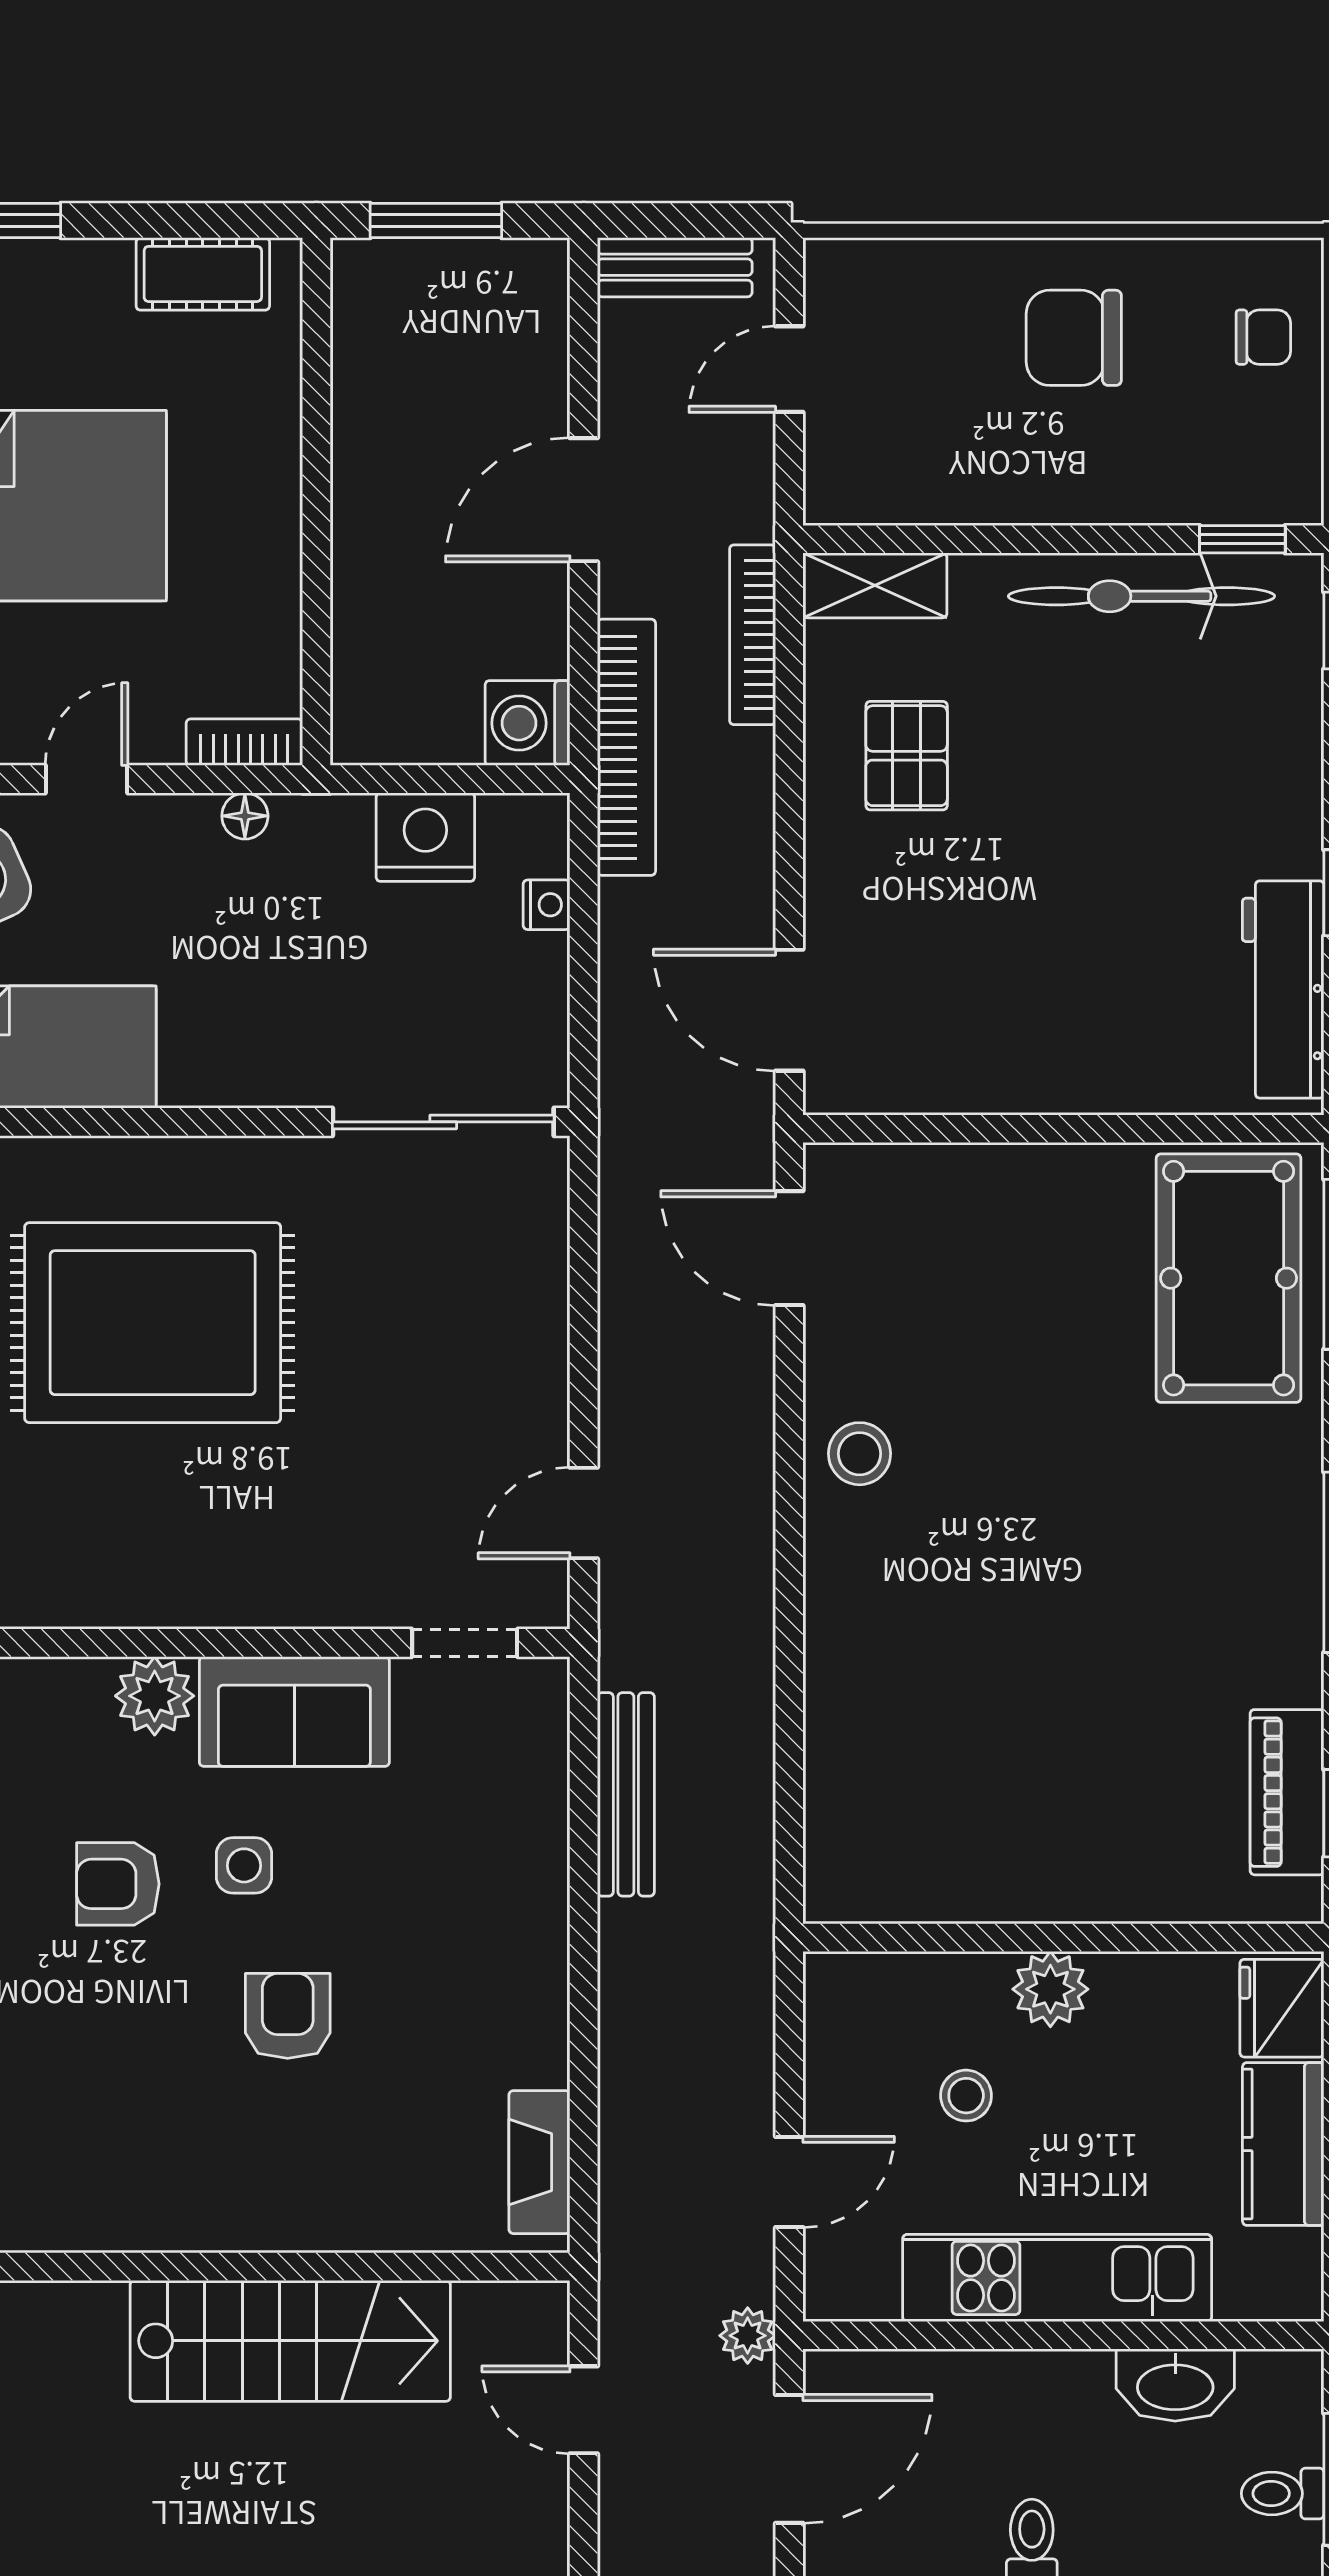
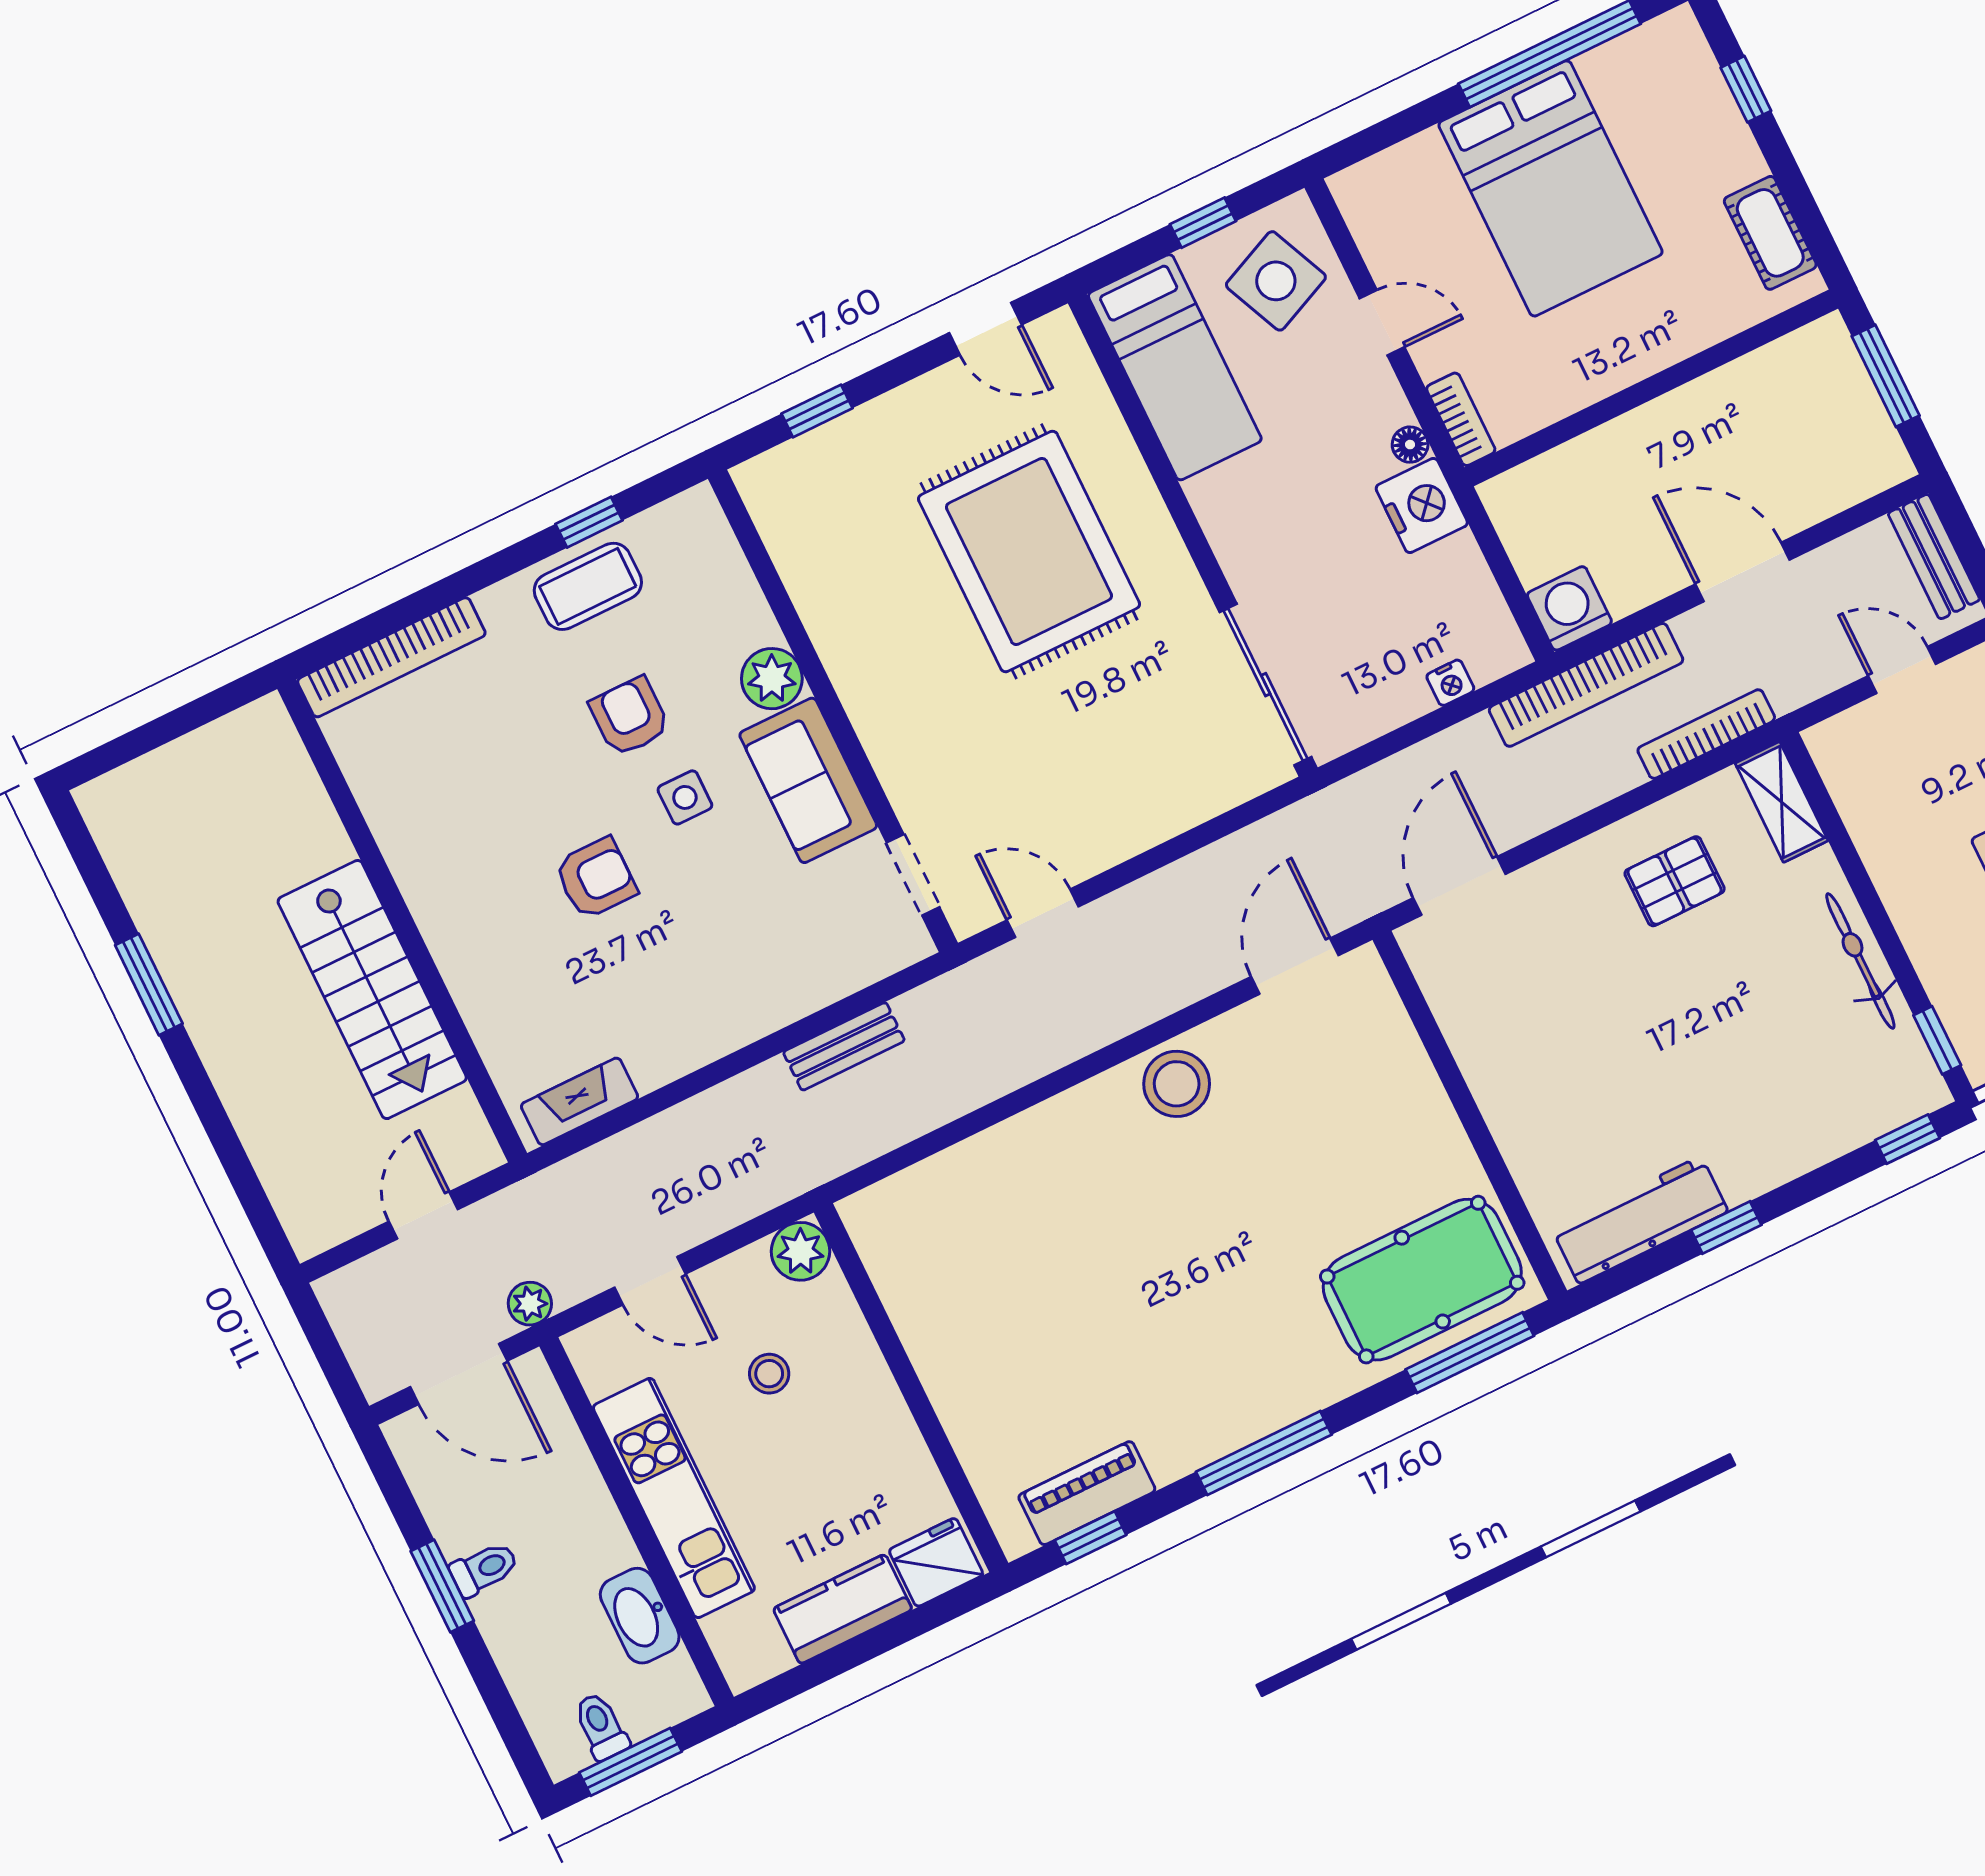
bicycle: (1142, 596) -> (1860, 961), width x0.73, depth x0.71
nightstand: (425, 837) -> (1422, 505), moved
stool: (860, 1454) -> (1177, 1084), width x1.38, depth x1.38
bench: (626, 1794) -> (844, 1046), width x0.73
plant: (1050, 1989) -> (800, 1251), moved

